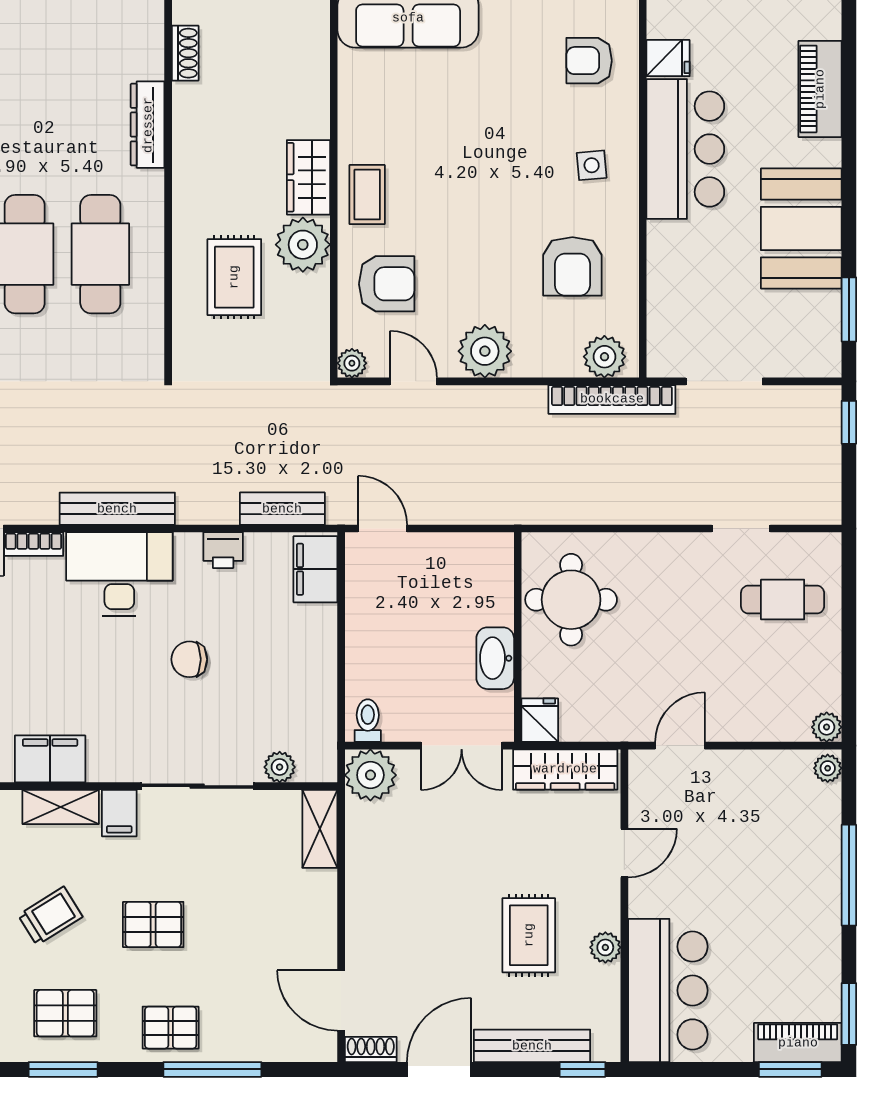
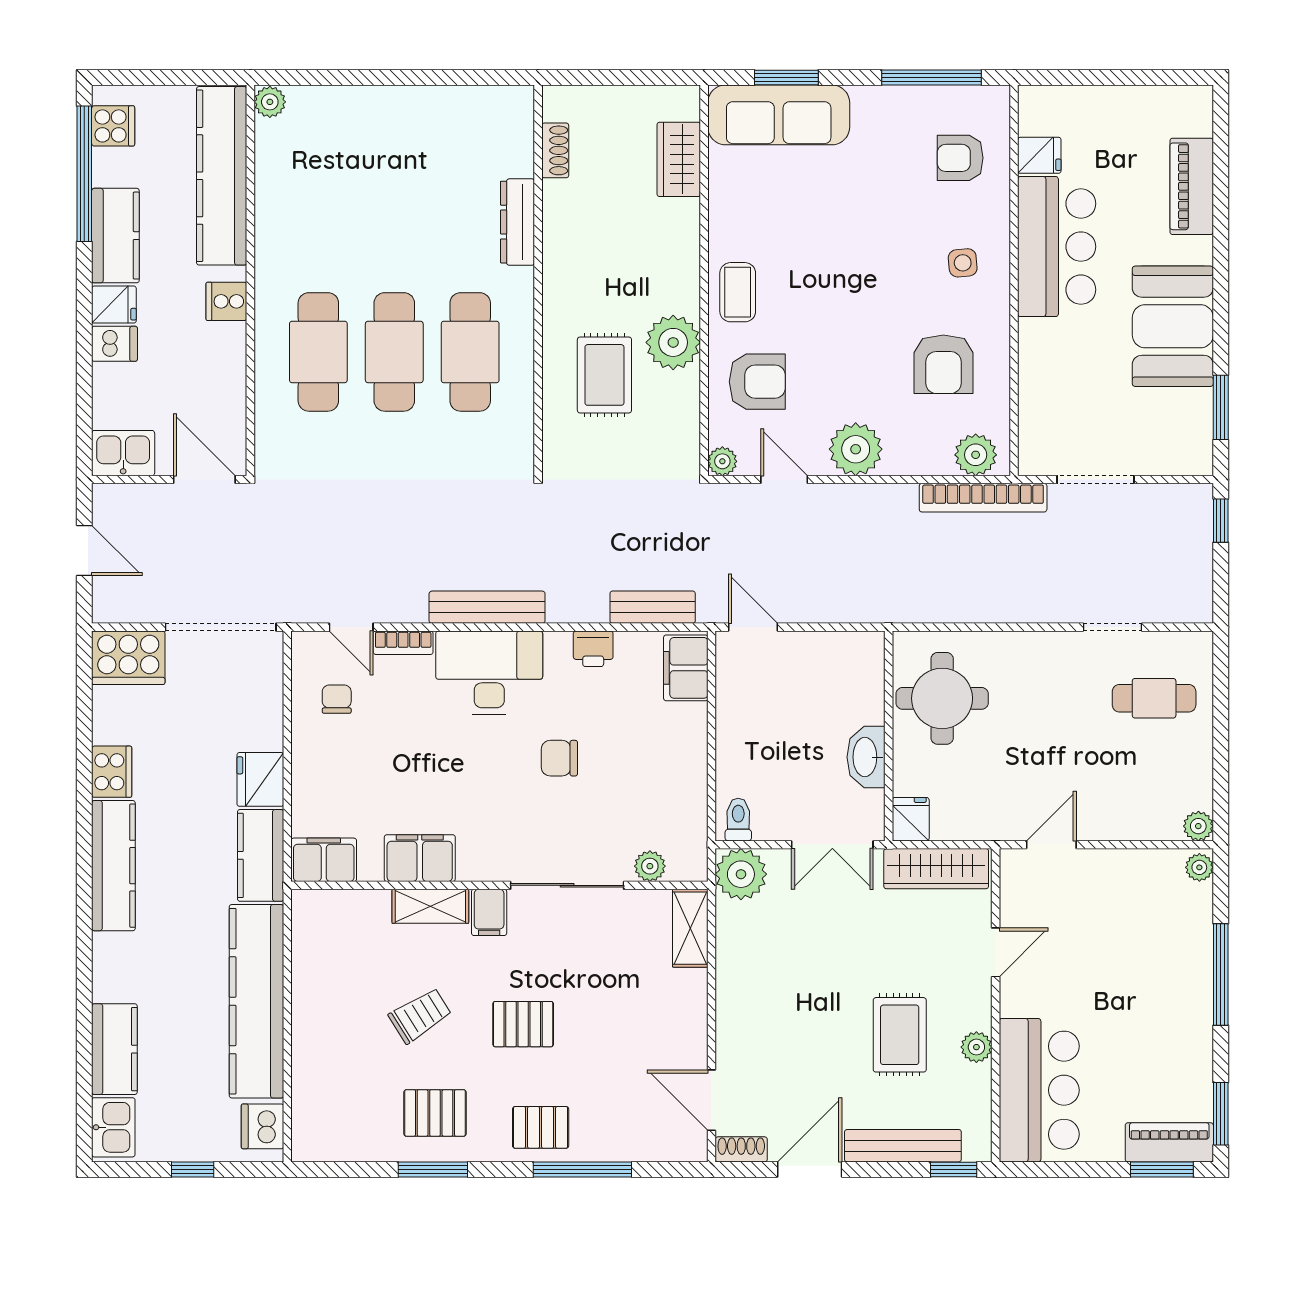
wardrobe: (308, 177) -> (679, 159), moved

